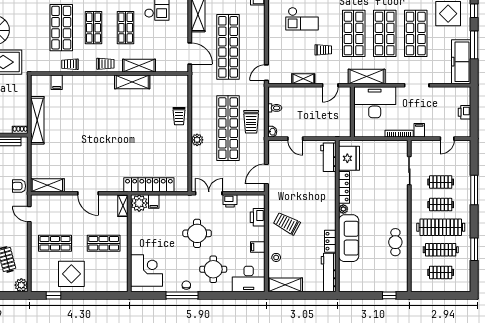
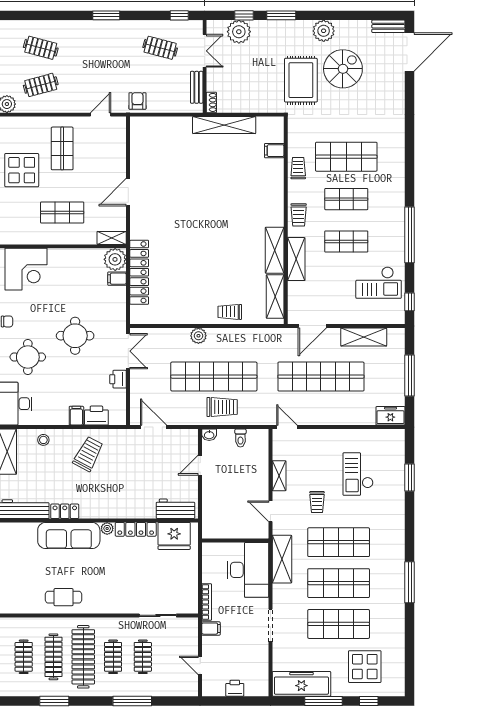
trolley: (251, 122) -> (222, 407), turned 180
shelving: (47, 185) -> (275, 296), moved
shop shelf: (104, 243) -> (62, 213), turned 90
filing cabinet: (258, 247) -> (76, 416), moved

